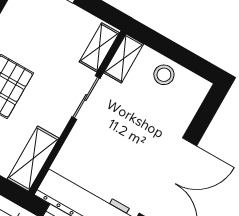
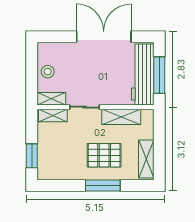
shelving: (33, 159) -> (121, 117), moved

